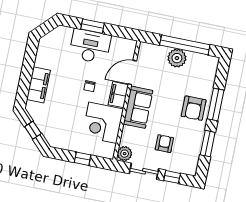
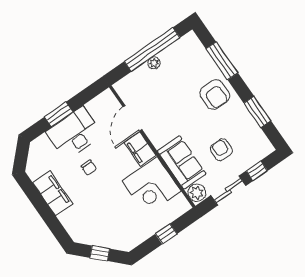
plant: (177, 58) -> (154, 63), width x0.53, depth x0.53
filing cabinet: (38, 85) -> (53, 193), moved
chair: (90, 86) -> (89, 168), moved
window: (216, 105) -> (222, 61), moved
sofa: (138, 107) -> (182, 163), moved

